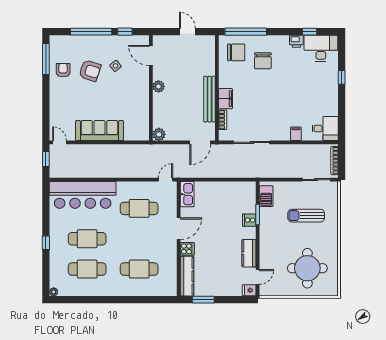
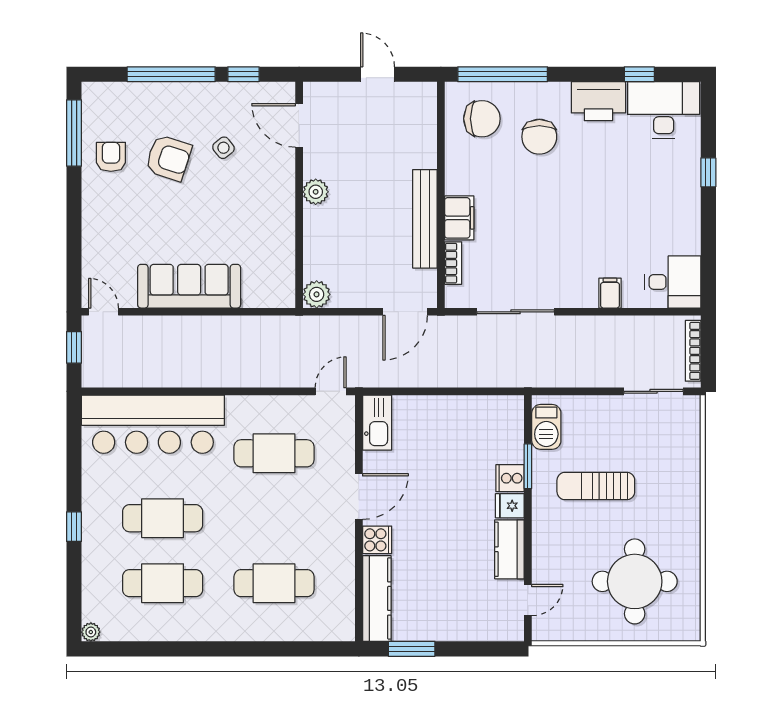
printer: (296, 41) -> (598, 101), width x1.87, depth x1.48
sun lounger: (306, 216) -> (596, 486), moved
fridge: (249, 290) -> (510, 506), moved

